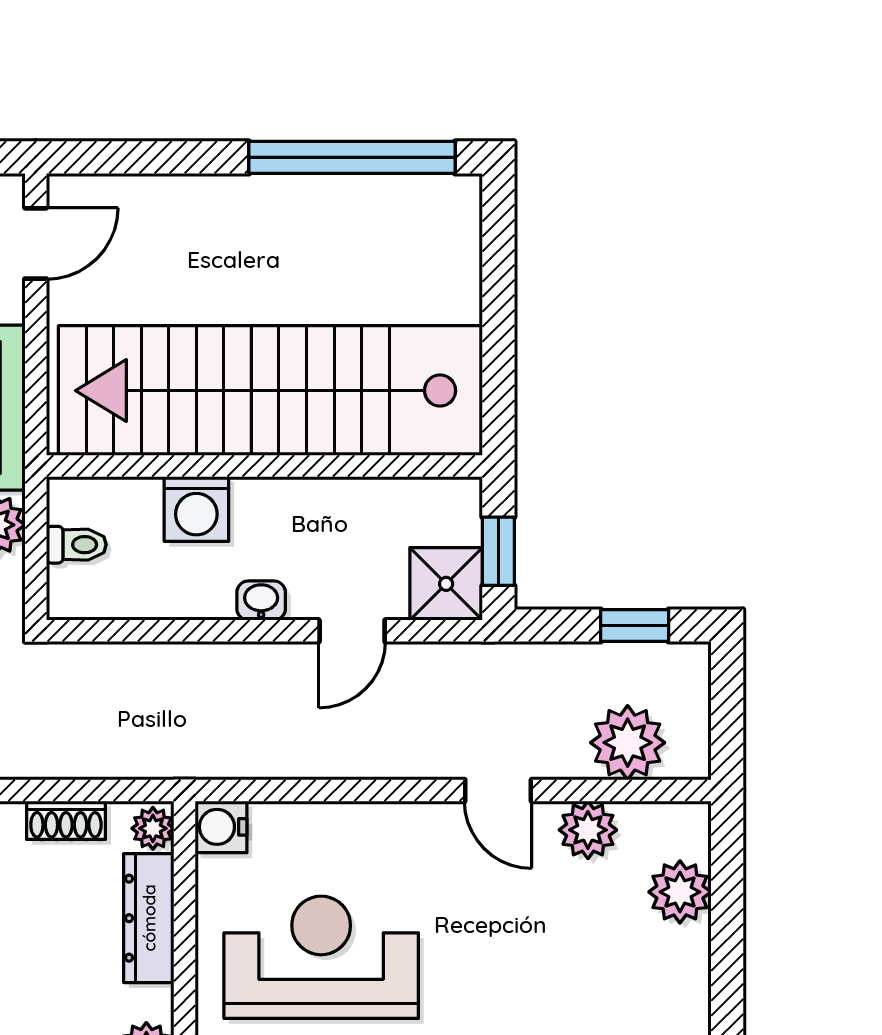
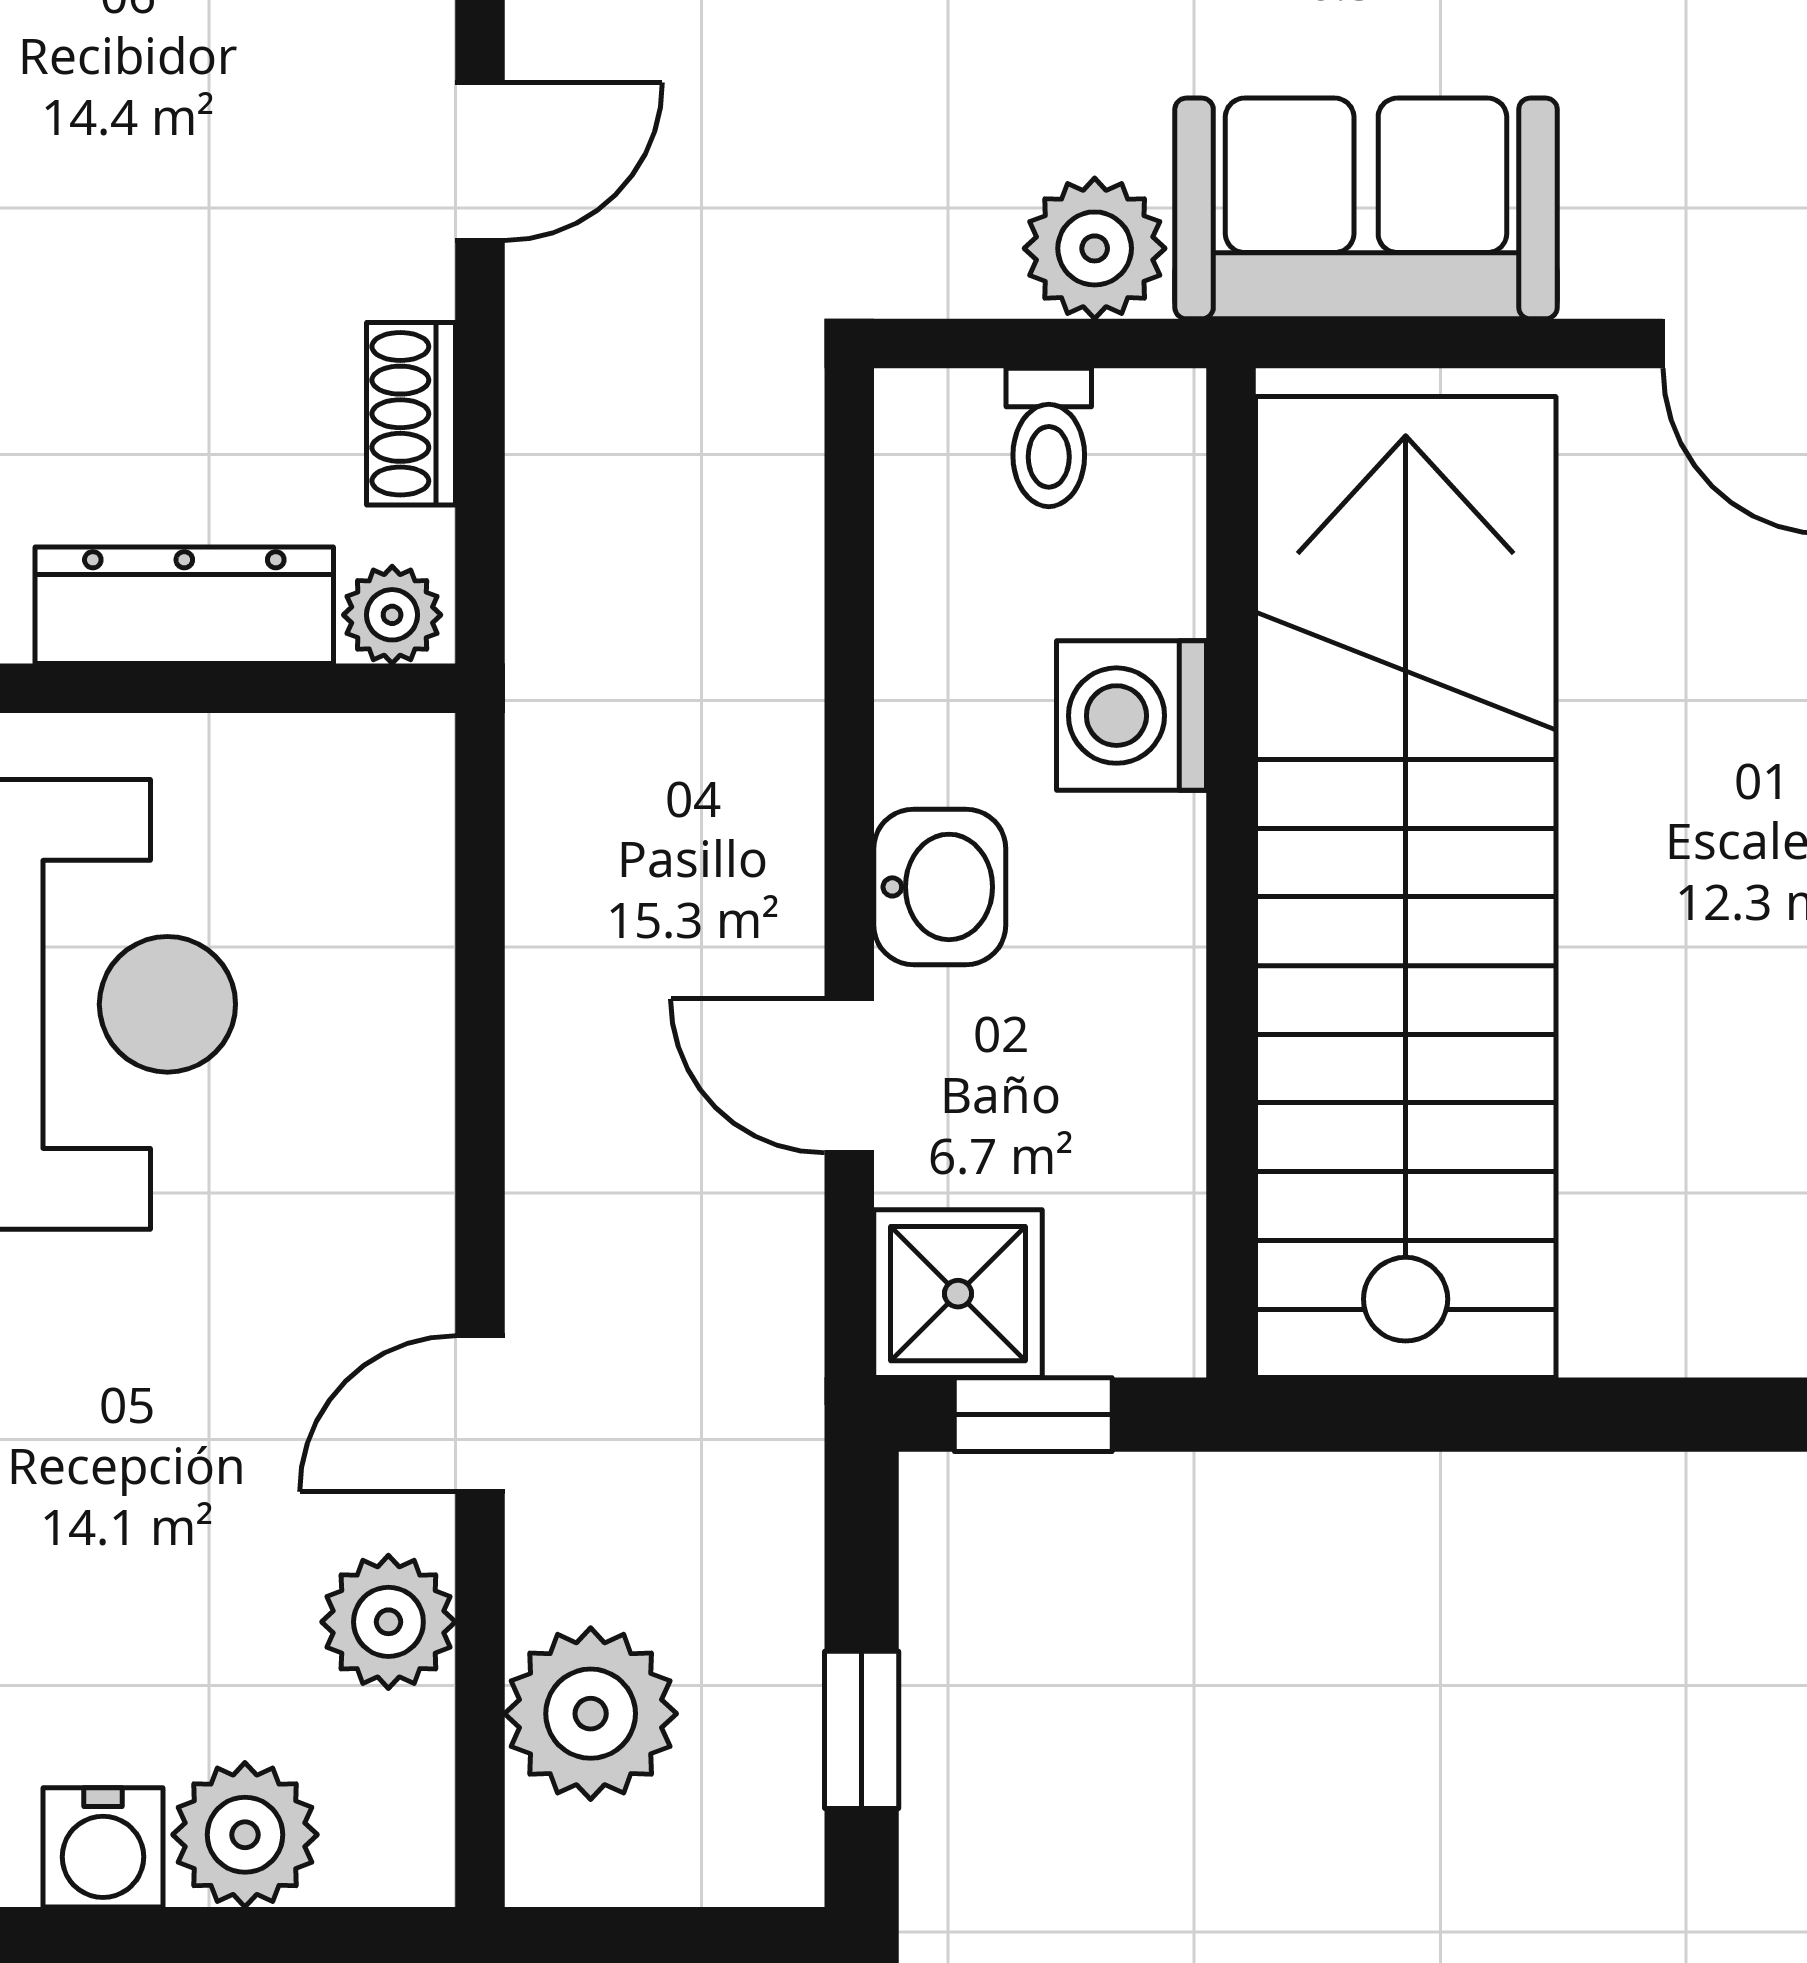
washbasin: (261, 601) -> (940, 887), width x1.38, depth x1.45
water cooler: (221, 827) -> (103, 1847), moved, turned 180

